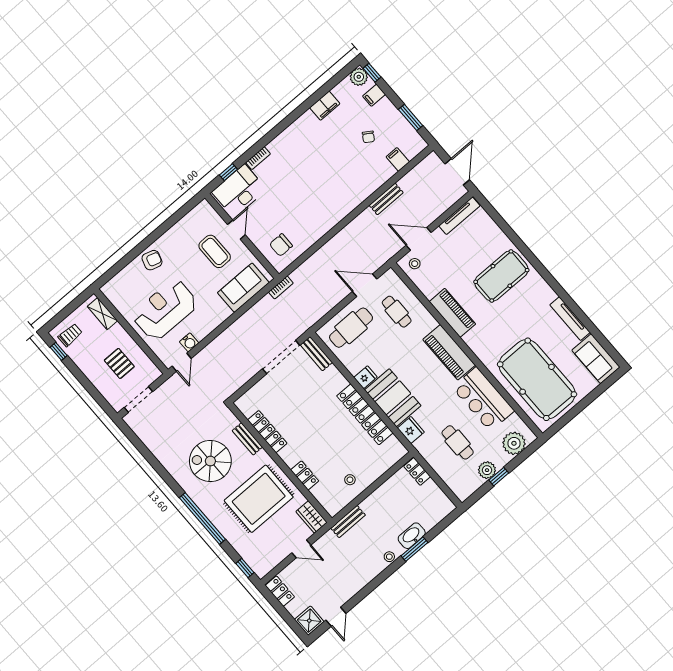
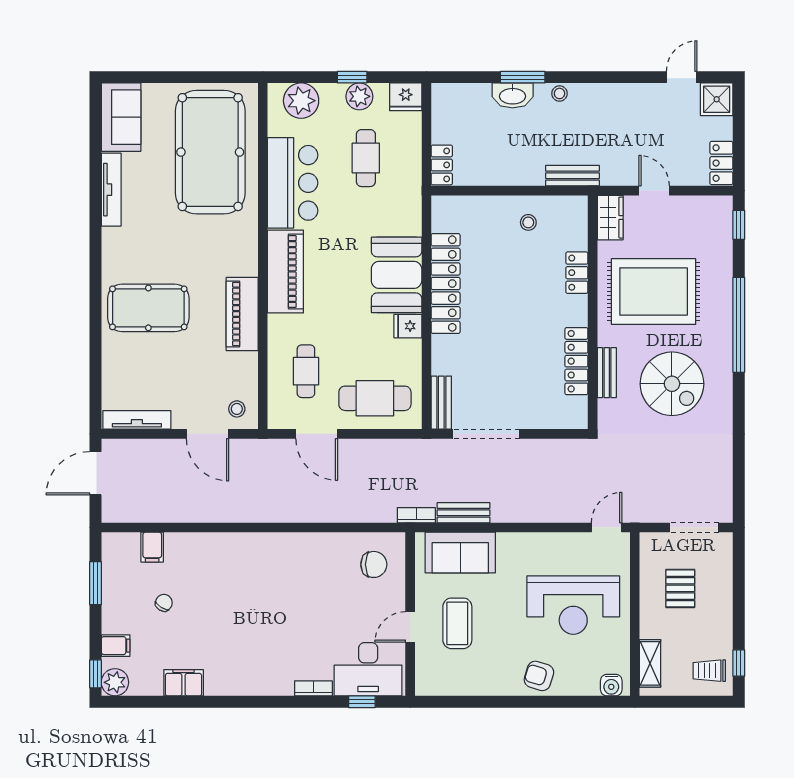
bench: (386, 199) -> (464, 513), moved
water cooler: (189, 342) -> (611, 685), moved, turned 180
fridge: (411, 430) -> (406, 97), moved, turned -90

